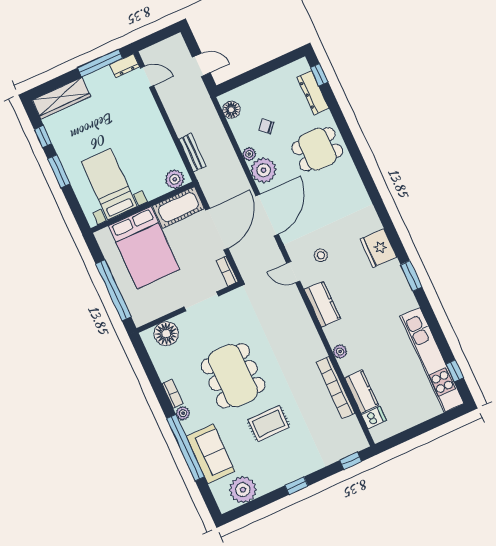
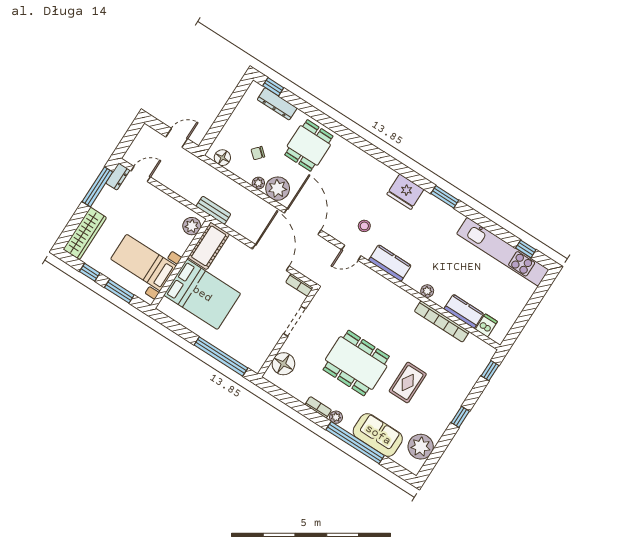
plant: (175, 179) -> (192, 226), moved
bed with nightstands: (109, 184) -> (143, 263), moved
wall: (143, 207) -> (181, 264), moved
cot: (178, 207) -> (209, 246), moved
bed: (144, 248) -> (202, 294), moved

